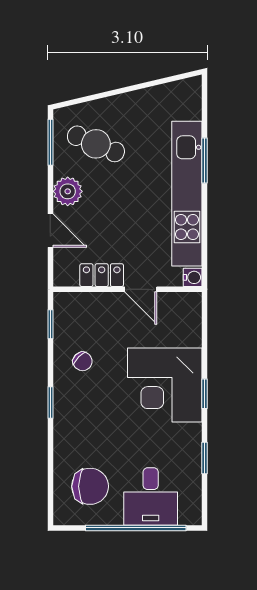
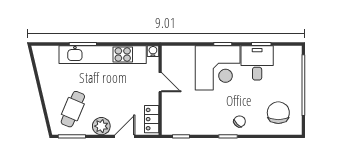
locker: (102, 275) -> (152, 119), moved
door: (141, 289) -> (160, 82), hinge flipped
chair: (83, 361) -> (240, 121), moved
desk: (151, 497) -> (257, 63), moved, turned -90

